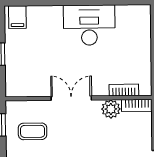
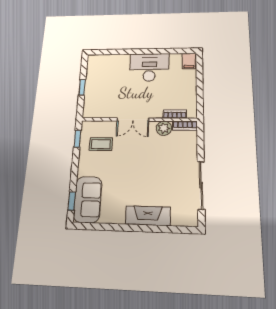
filing cabinet: (17, 17) -> (189, 61), moved
double door: (71, 98) -> (133, 120), swing flipped

